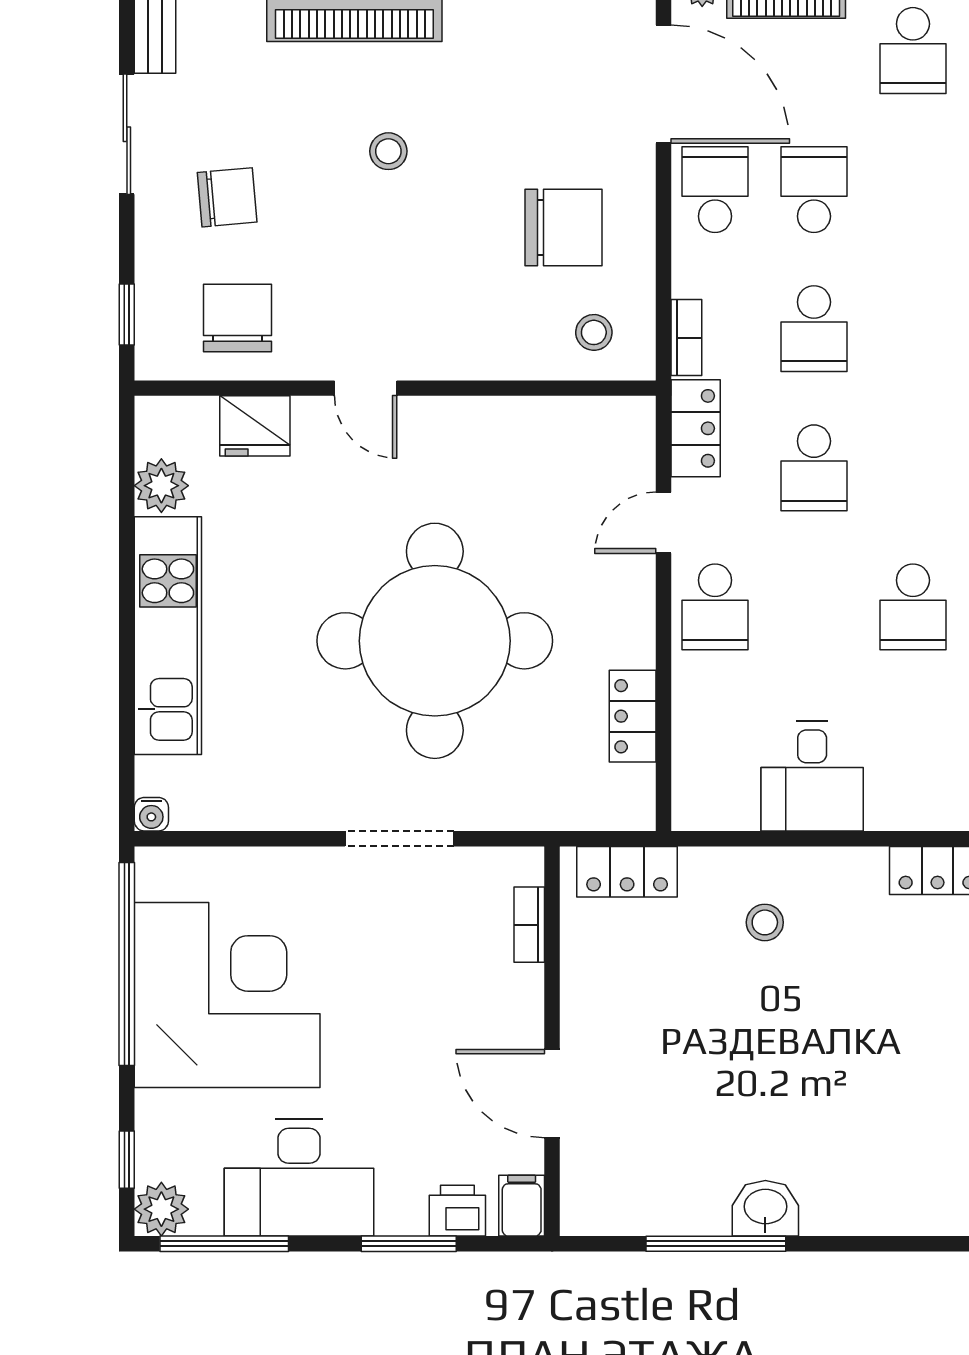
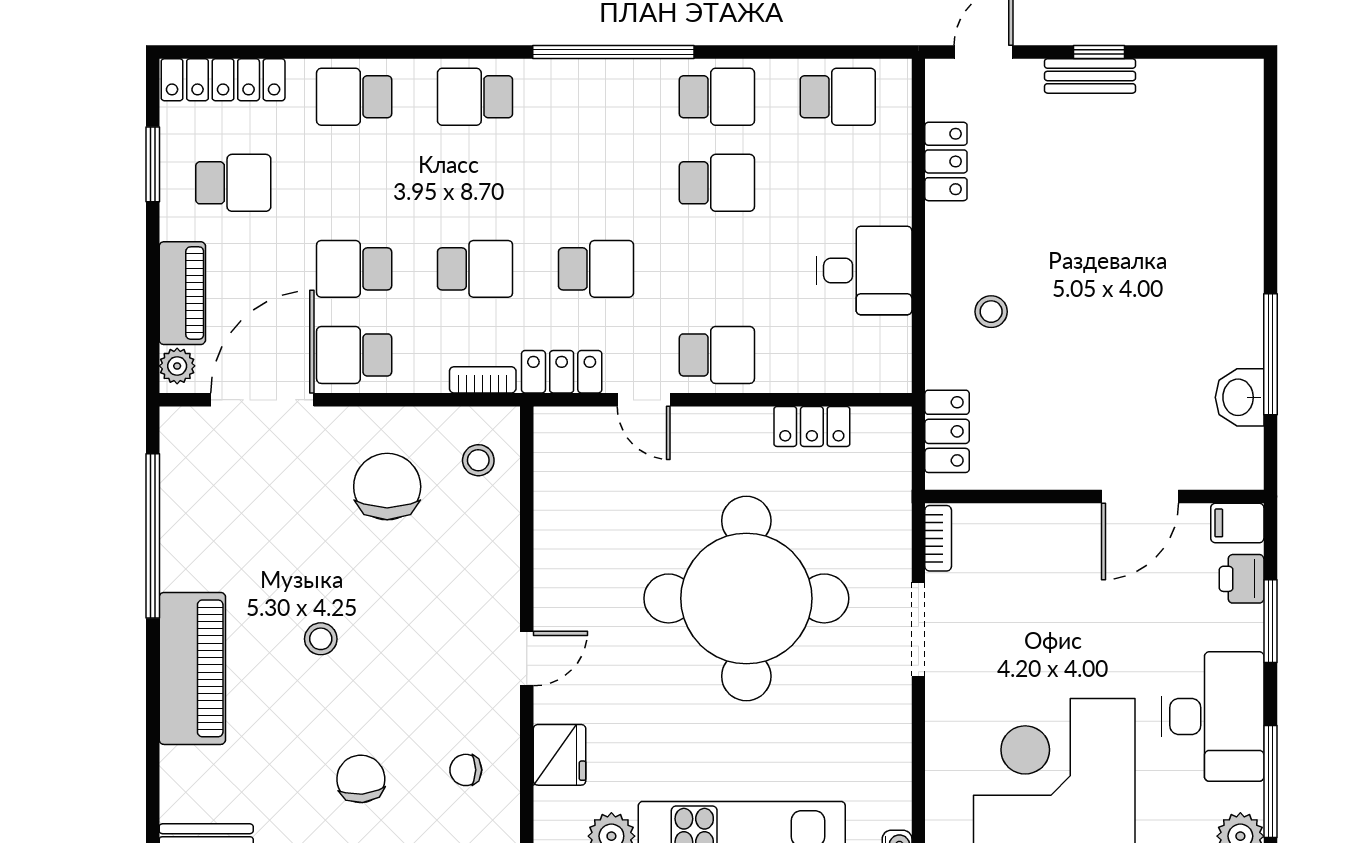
chair: (237, 318) -> (466, 770), width x0.54, depth x0.54
bookcase: (529, 925) -> (938, 538), moved, turned -90
washbasin: (765, 1208) -> (1240, 397), moved

